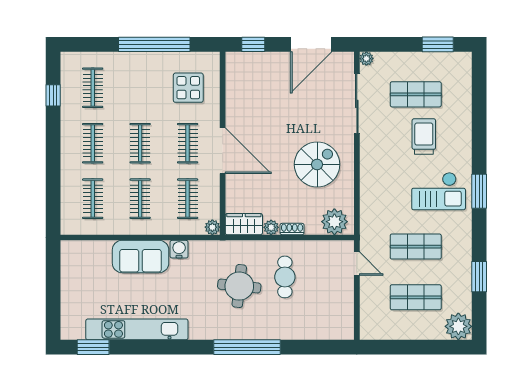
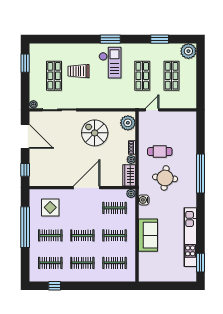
clothes rail: (188, 143) -> (50, 235), moved
water cooler: (179, 249) -> (144, 200), moved

